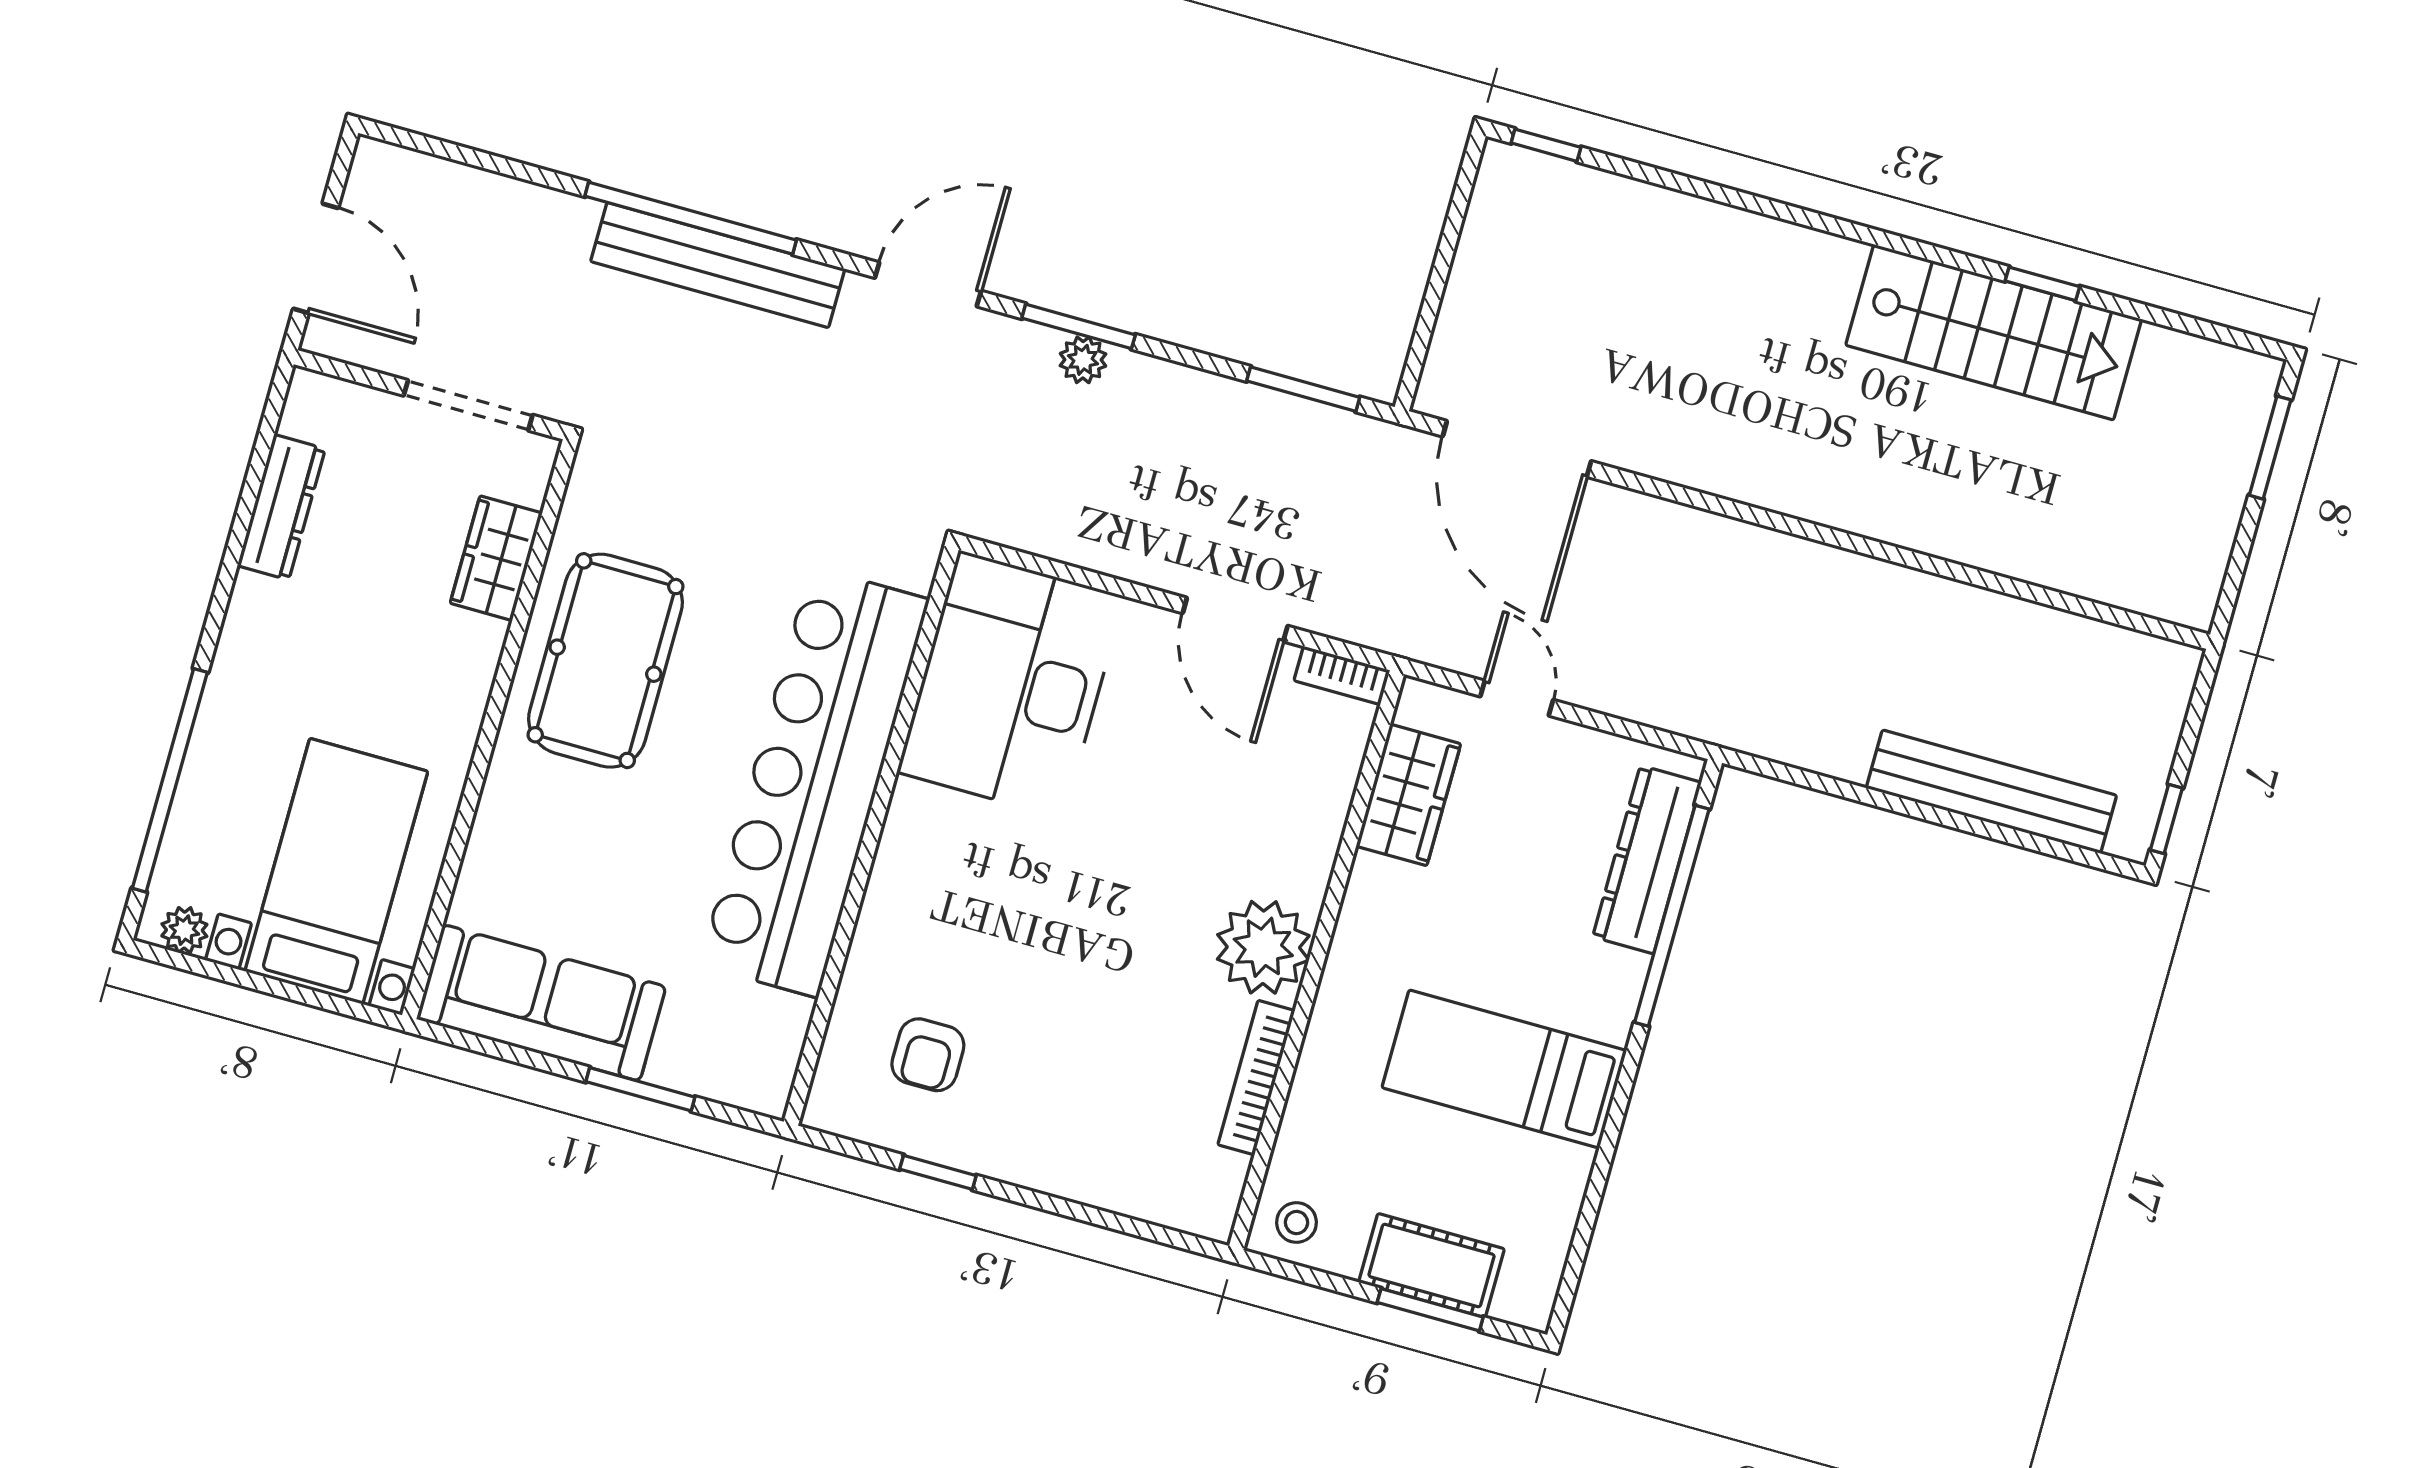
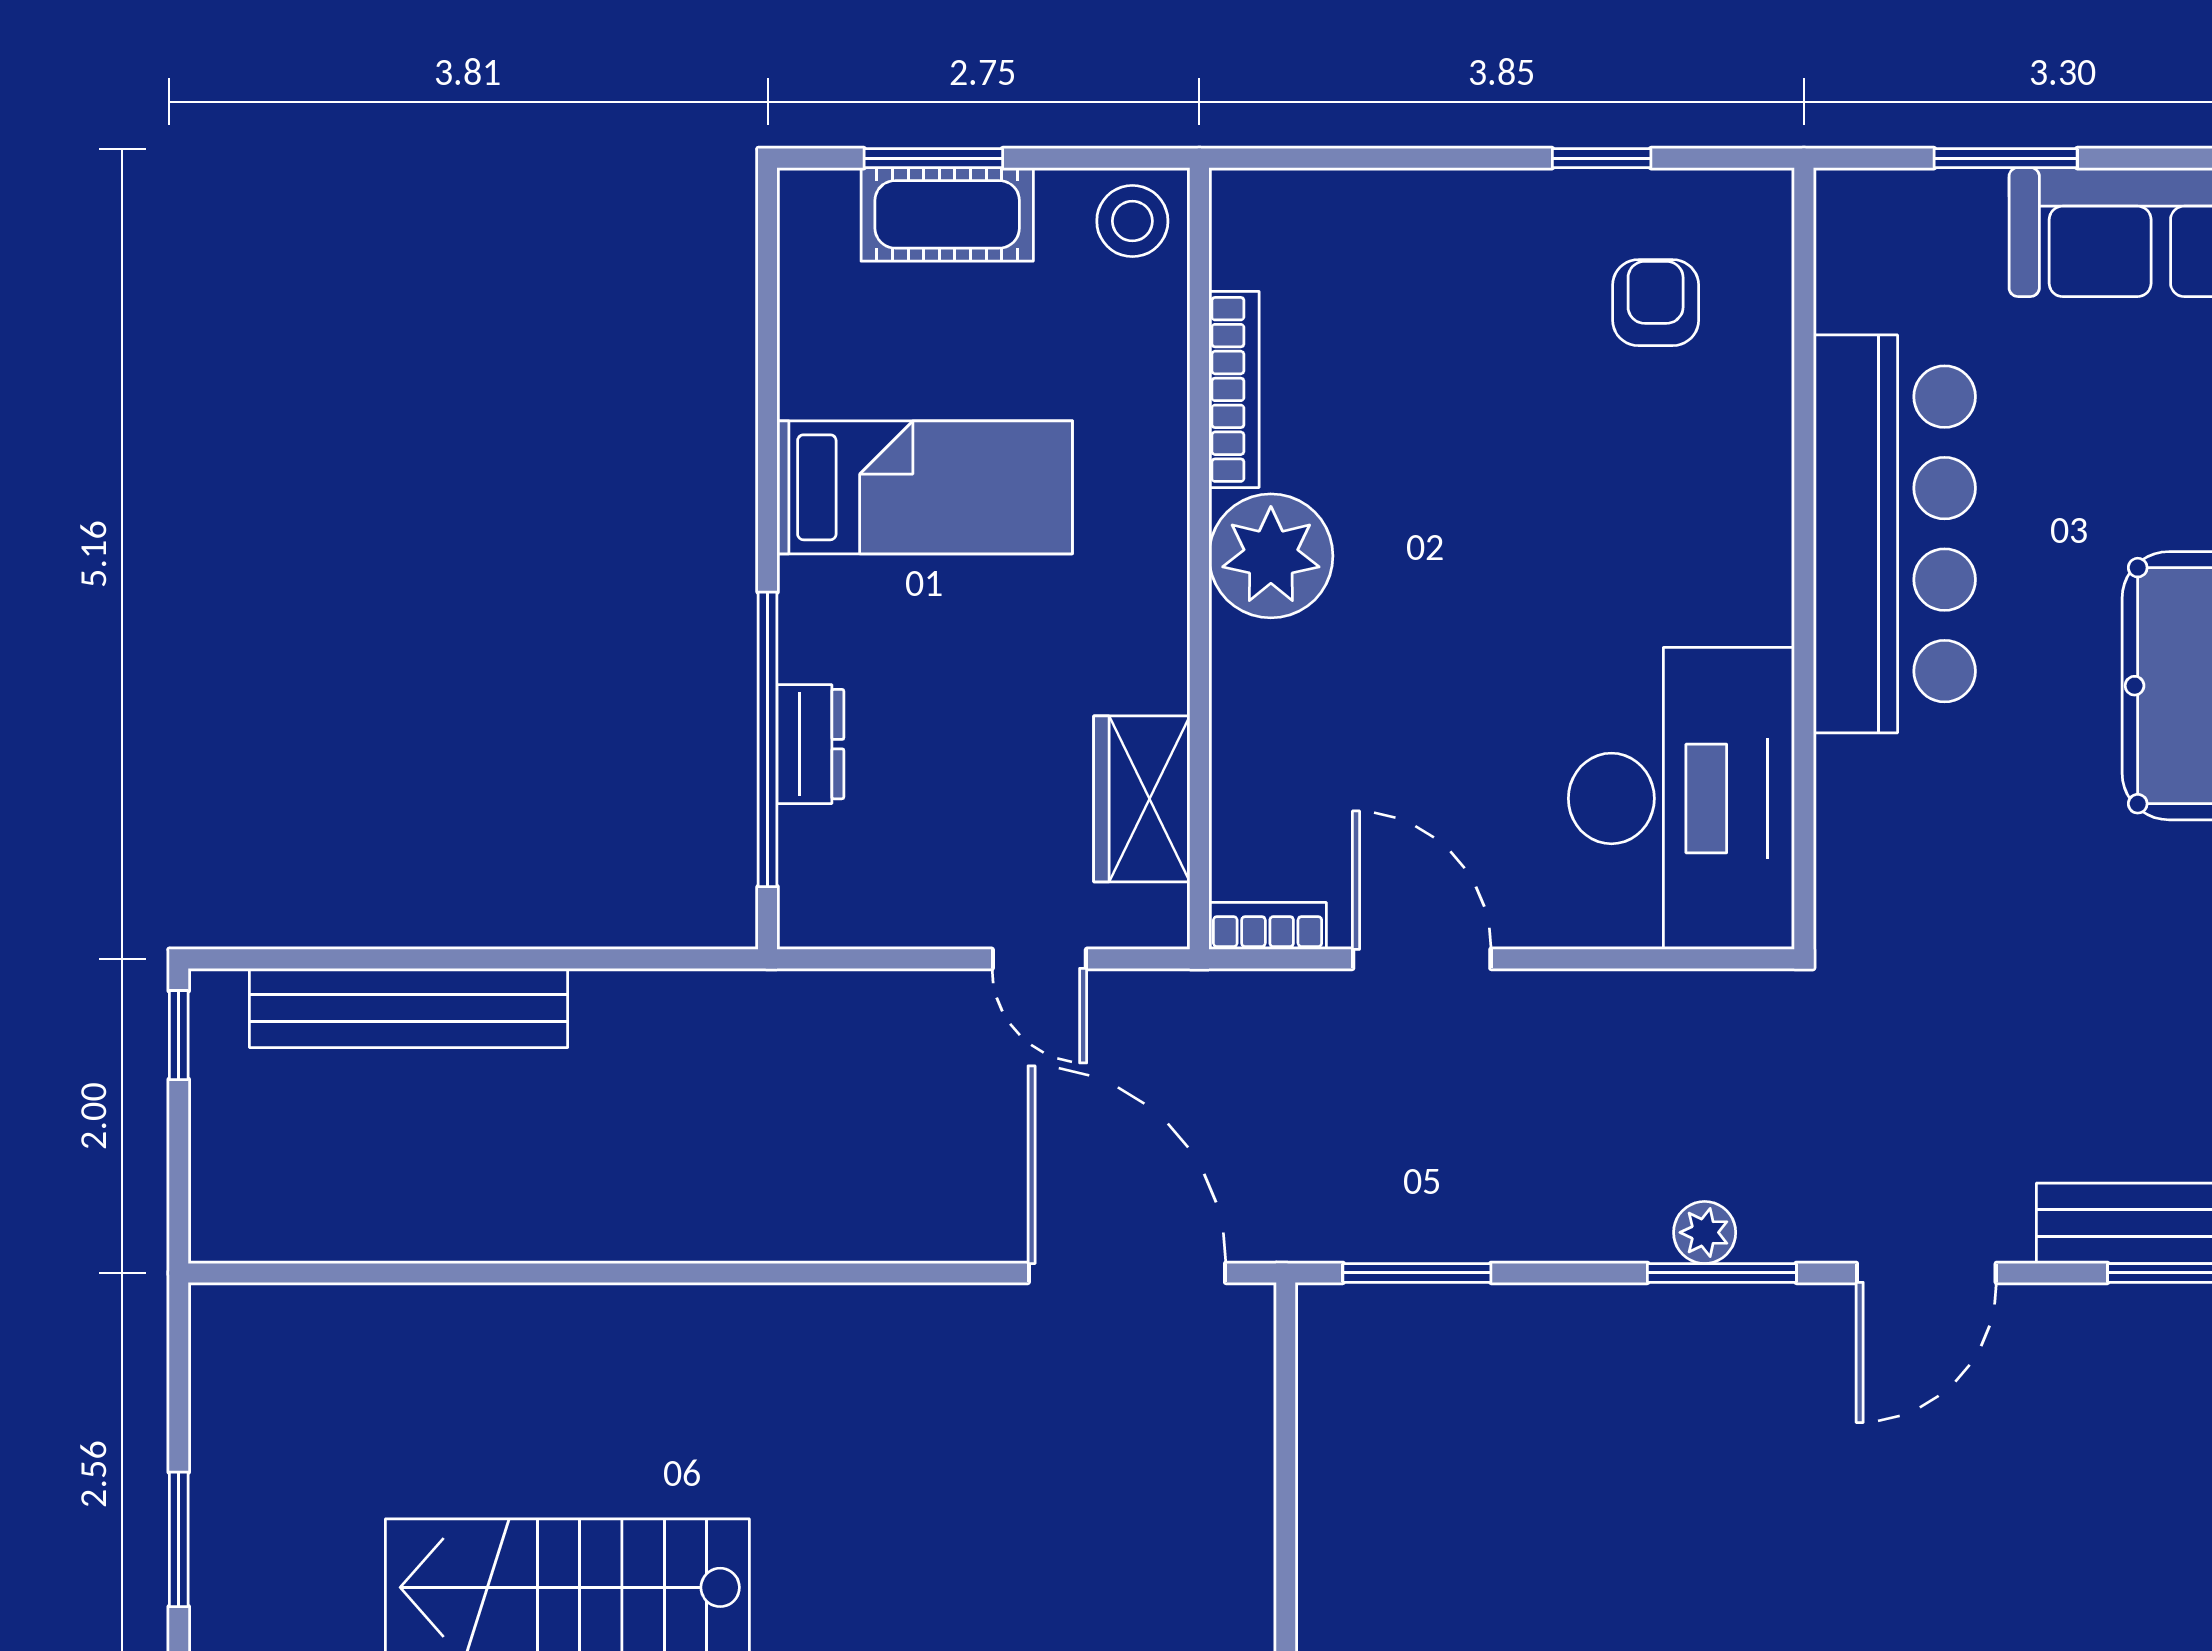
bar counter: (814, 782) -> (1894, 534), width x0.73
dresser: (1647, 860) -> (810, 744), width x0.51, depth x0.80
stool: (1296, 1222) -> (1132, 221), width x1.37, depth x1.37

